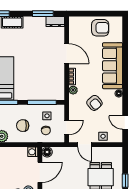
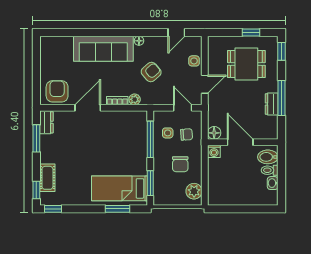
armchair: (100, 28) -> (57, 91), moved

